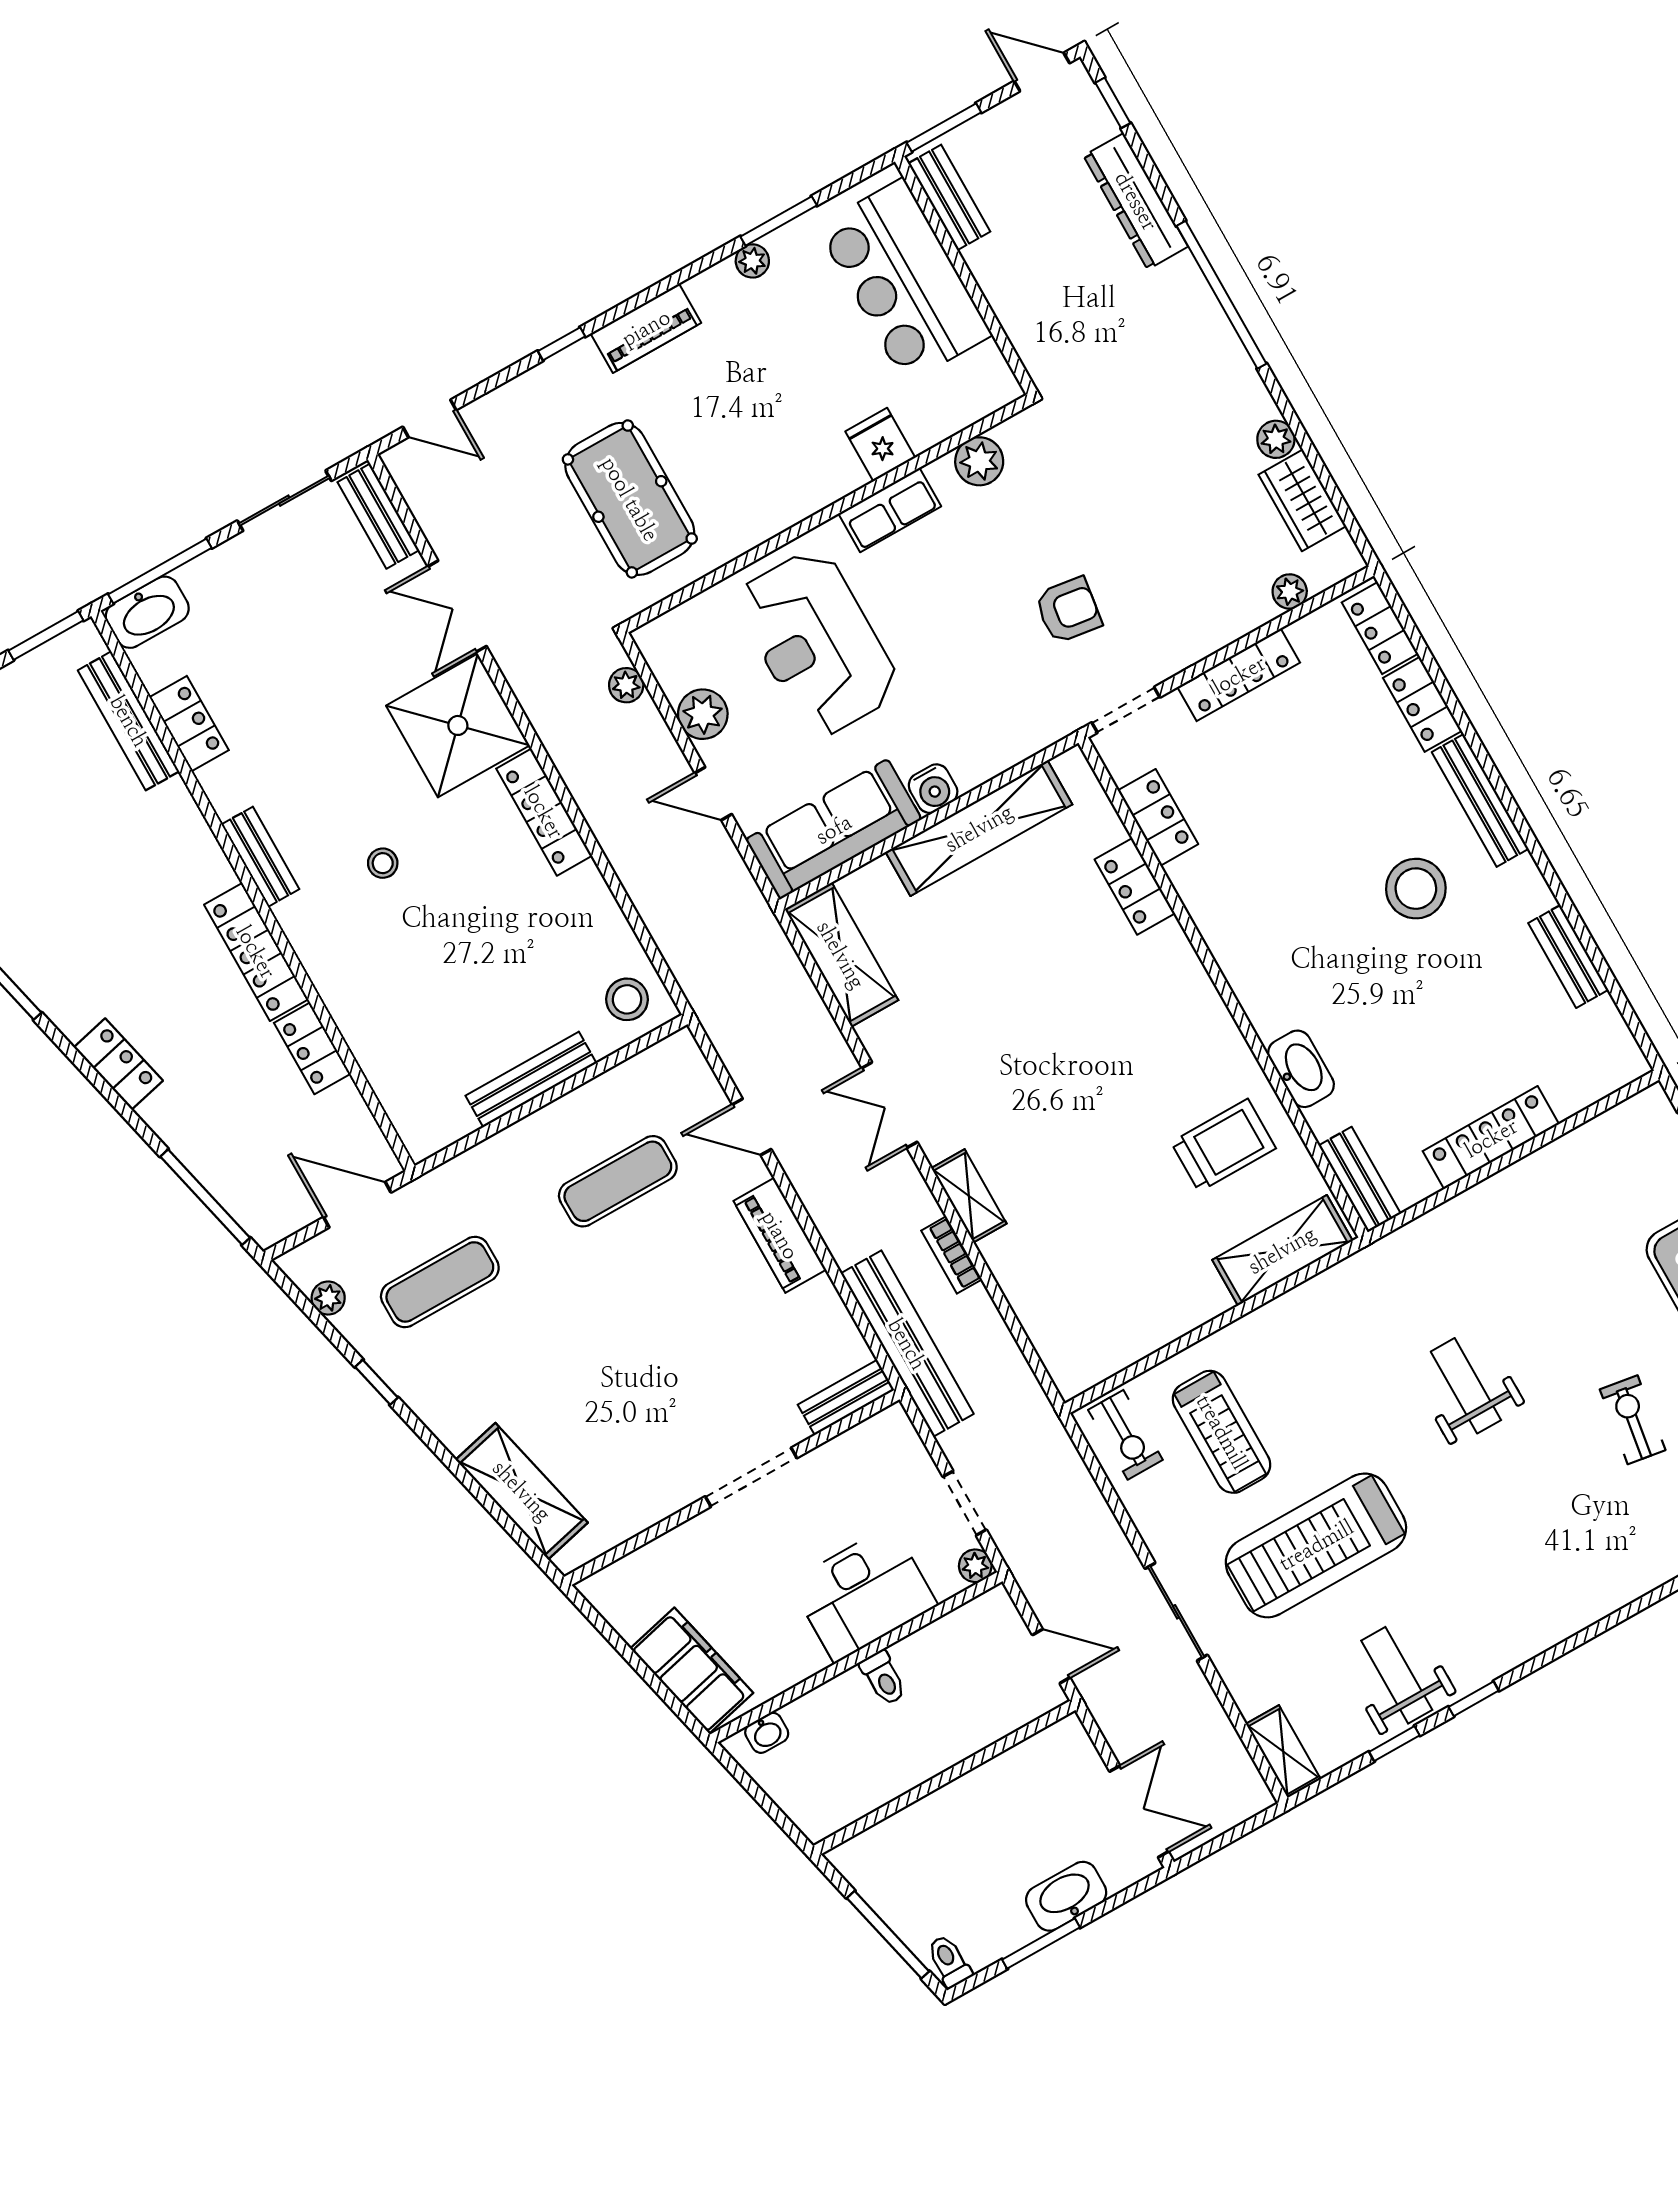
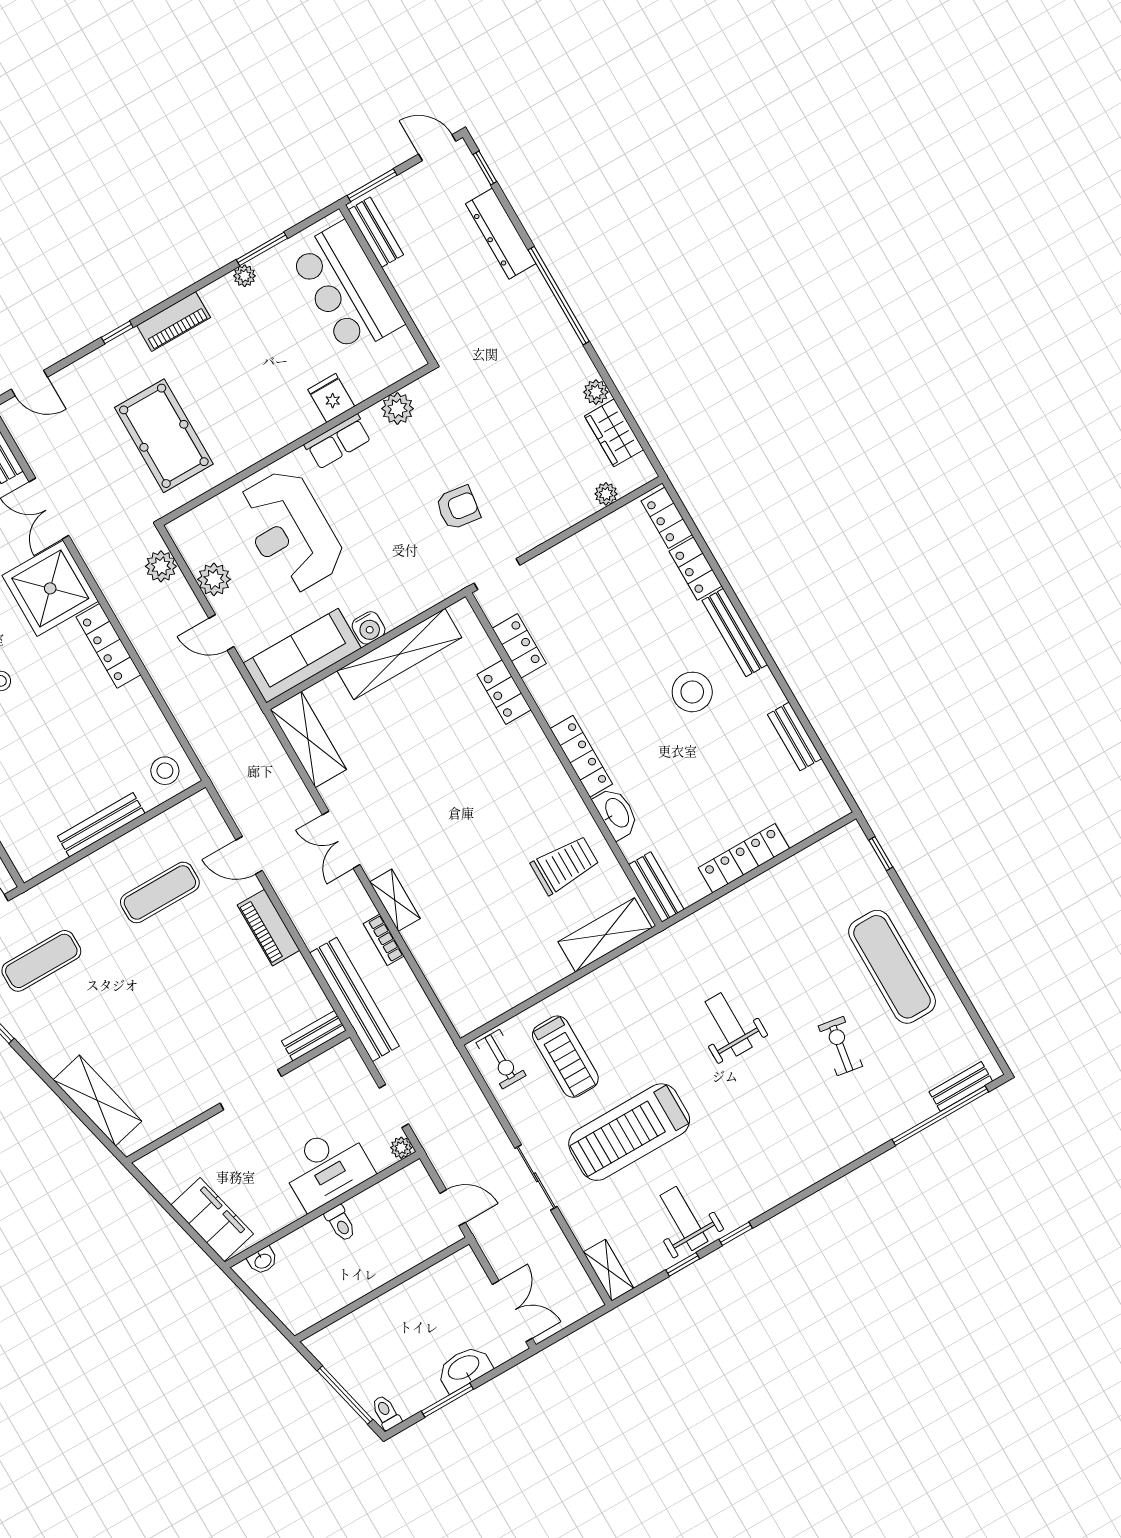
locker: (1239, 675) -> (581, 756), moved, turned -90
plant: (626, 685) -> (161, 566), width x1.38, depth x1.38

